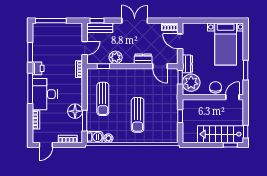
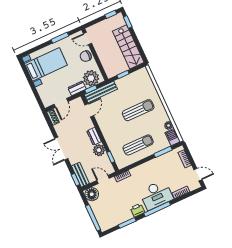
dresser: (143, 59) -> (94, 136), moved
bench: (173, 86) -> (101, 92), added
floor lamp: (75, 111) -> (92, 194), moved
stairs: (221, 134) -> (128, 47), moved

